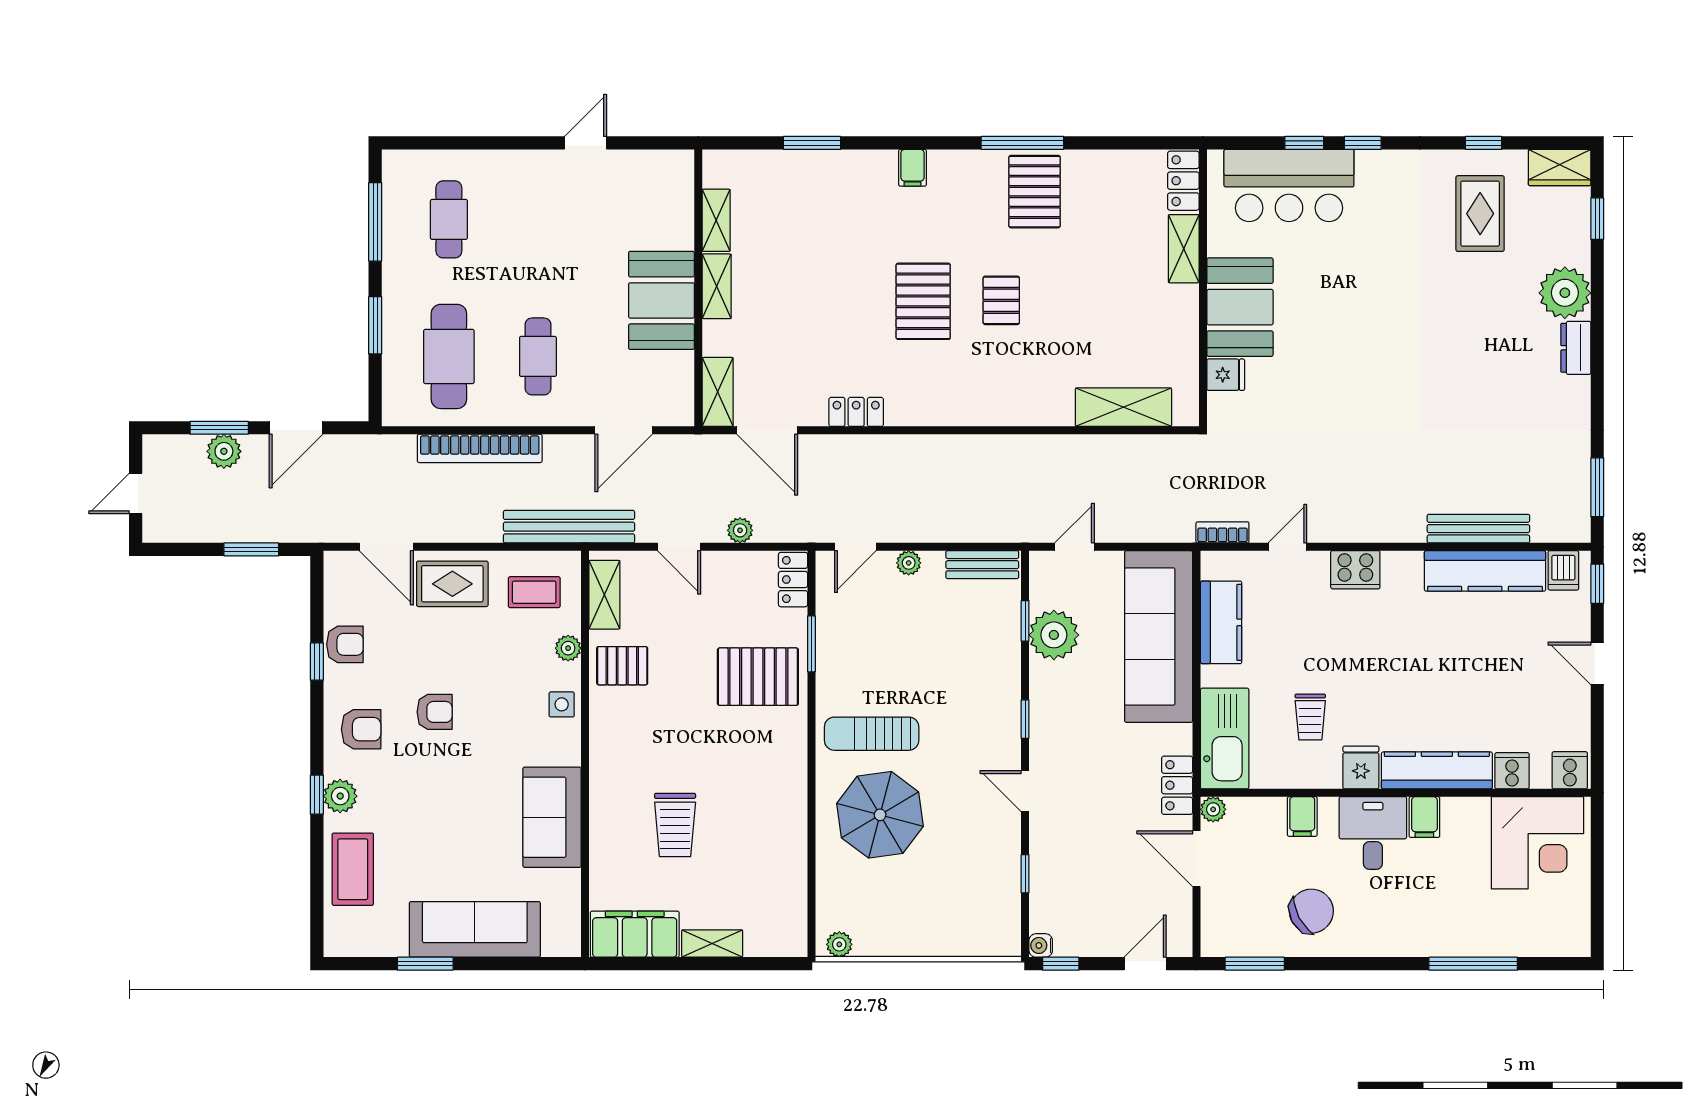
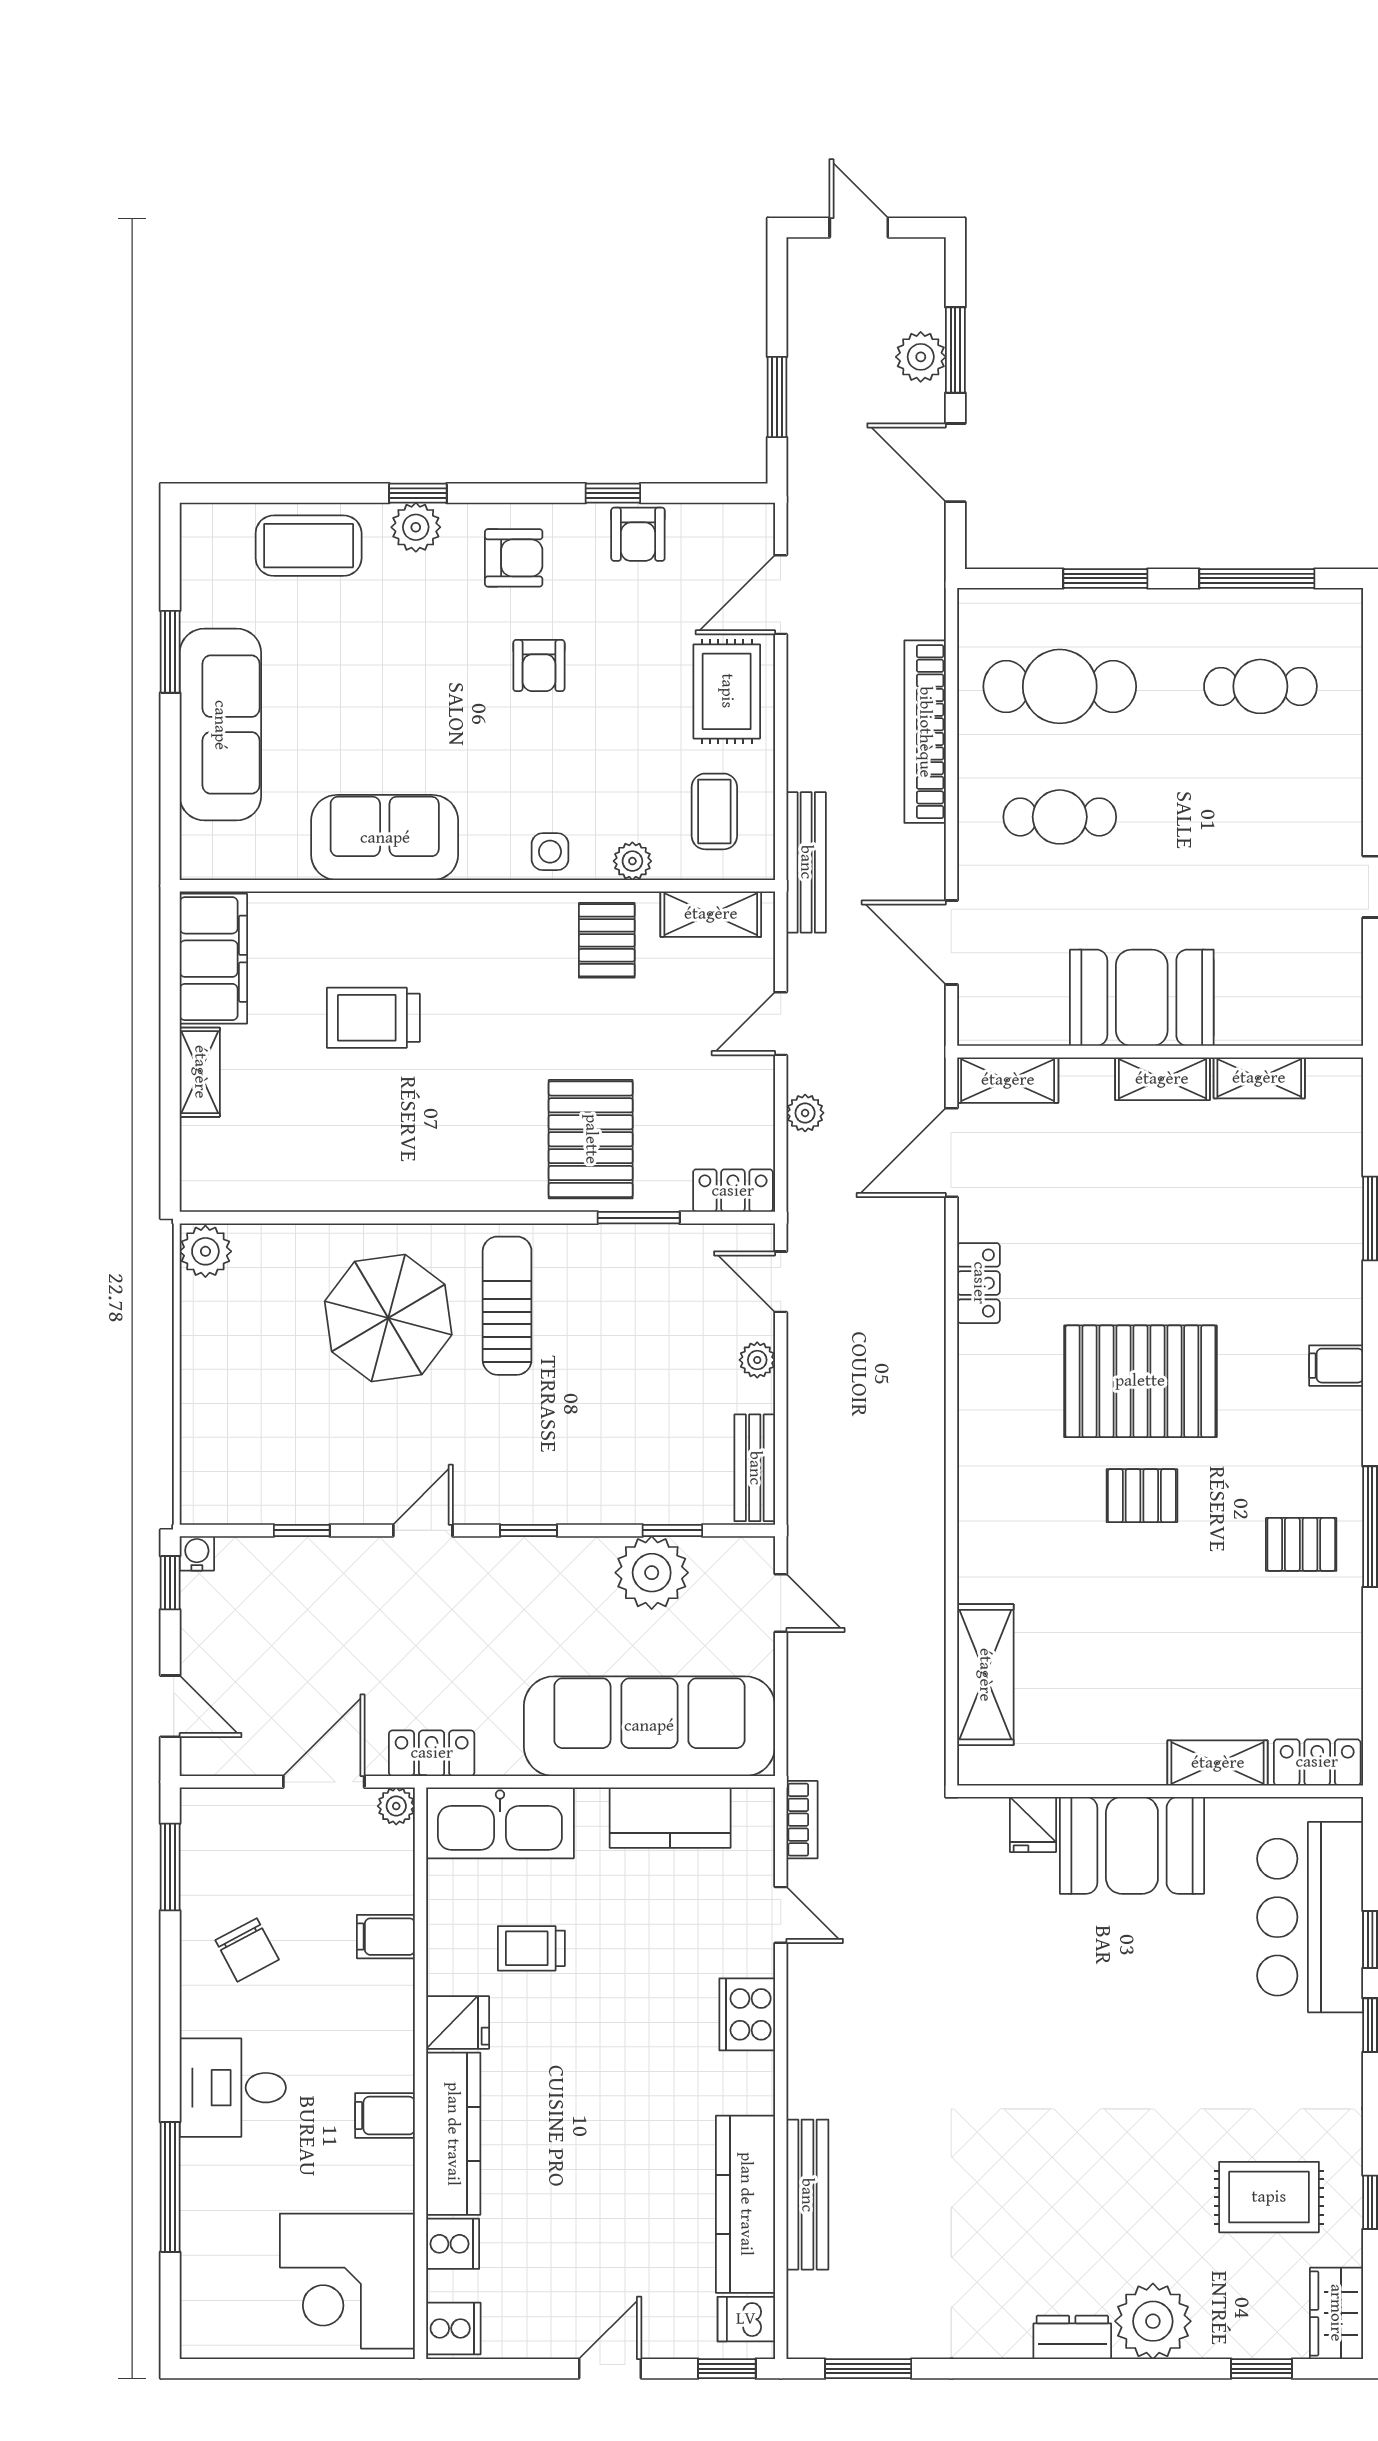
pallet: (1035, 192) -> (1301, 1544), width x0.67, depth x0.71
pallet: (923, 301) -> (1140, 1381), width x1.37, depth x1.41
bench: (569, 527) -> (806, 862), width x0.73, depth x0.82
armchair: (361, 729) -> (514, 558), turned -90
desk: (1373, 833) -> (233, 2088), moved, turned 180
chair: (1311, 911) -> (247, 1950), width x0.73, depth x0.73
plant: (839, 944) -> (205, 1251), width x1.38, depth x1.38

